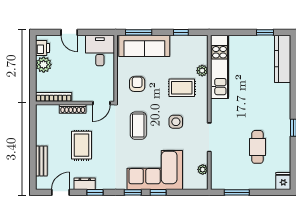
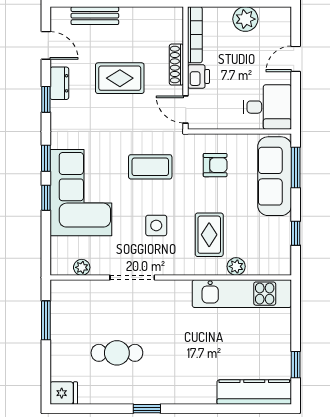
printer: (43, 48) -> (199, 76), moved, turned -90

